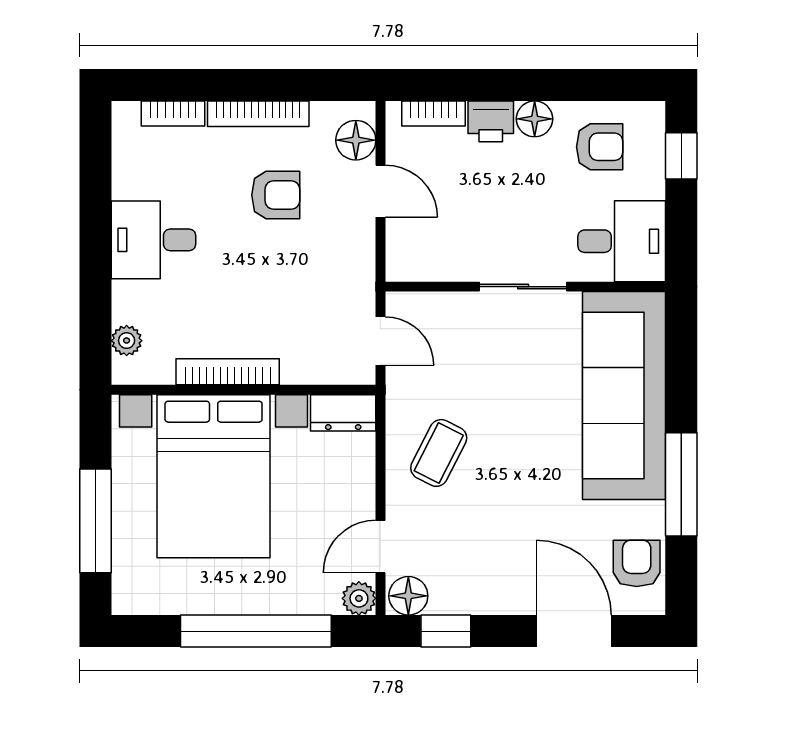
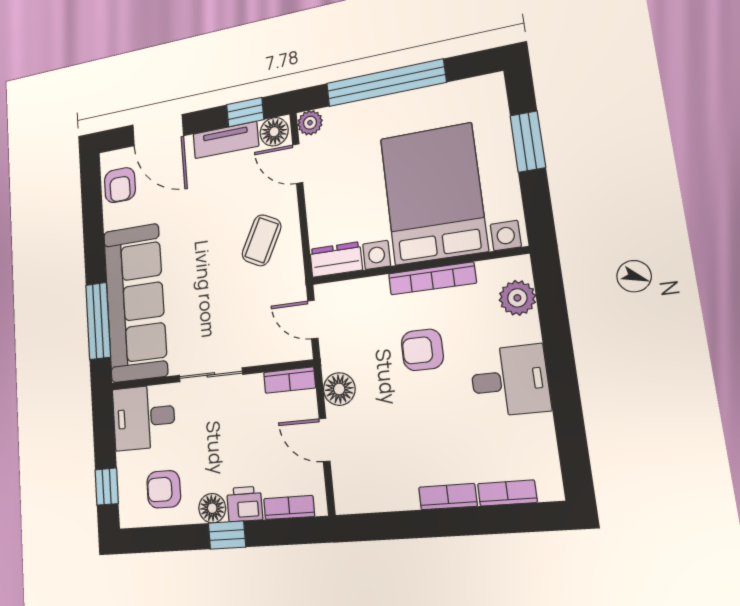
window: (517, 85) -> (227, 535), added
bookcase: (258, 114) -> (448, 497), width x0.64
floor lamp: (356, 140) -> (339, 389), moved
armchair: (276, 195) -> (422, 350), moved
bookcase: (418, 269) -> (289, 380), added
plant: (127, 341) -> (517, 298), width x1.38, depth x1.38
window: (681, 484) -> (98, 321), moved
window: (96, 521) -> (528, 141), width x0.69
door: (380, 547) -> (298, 164), swing flipped
tv unit: (477, 598) -> (226, 140), added

